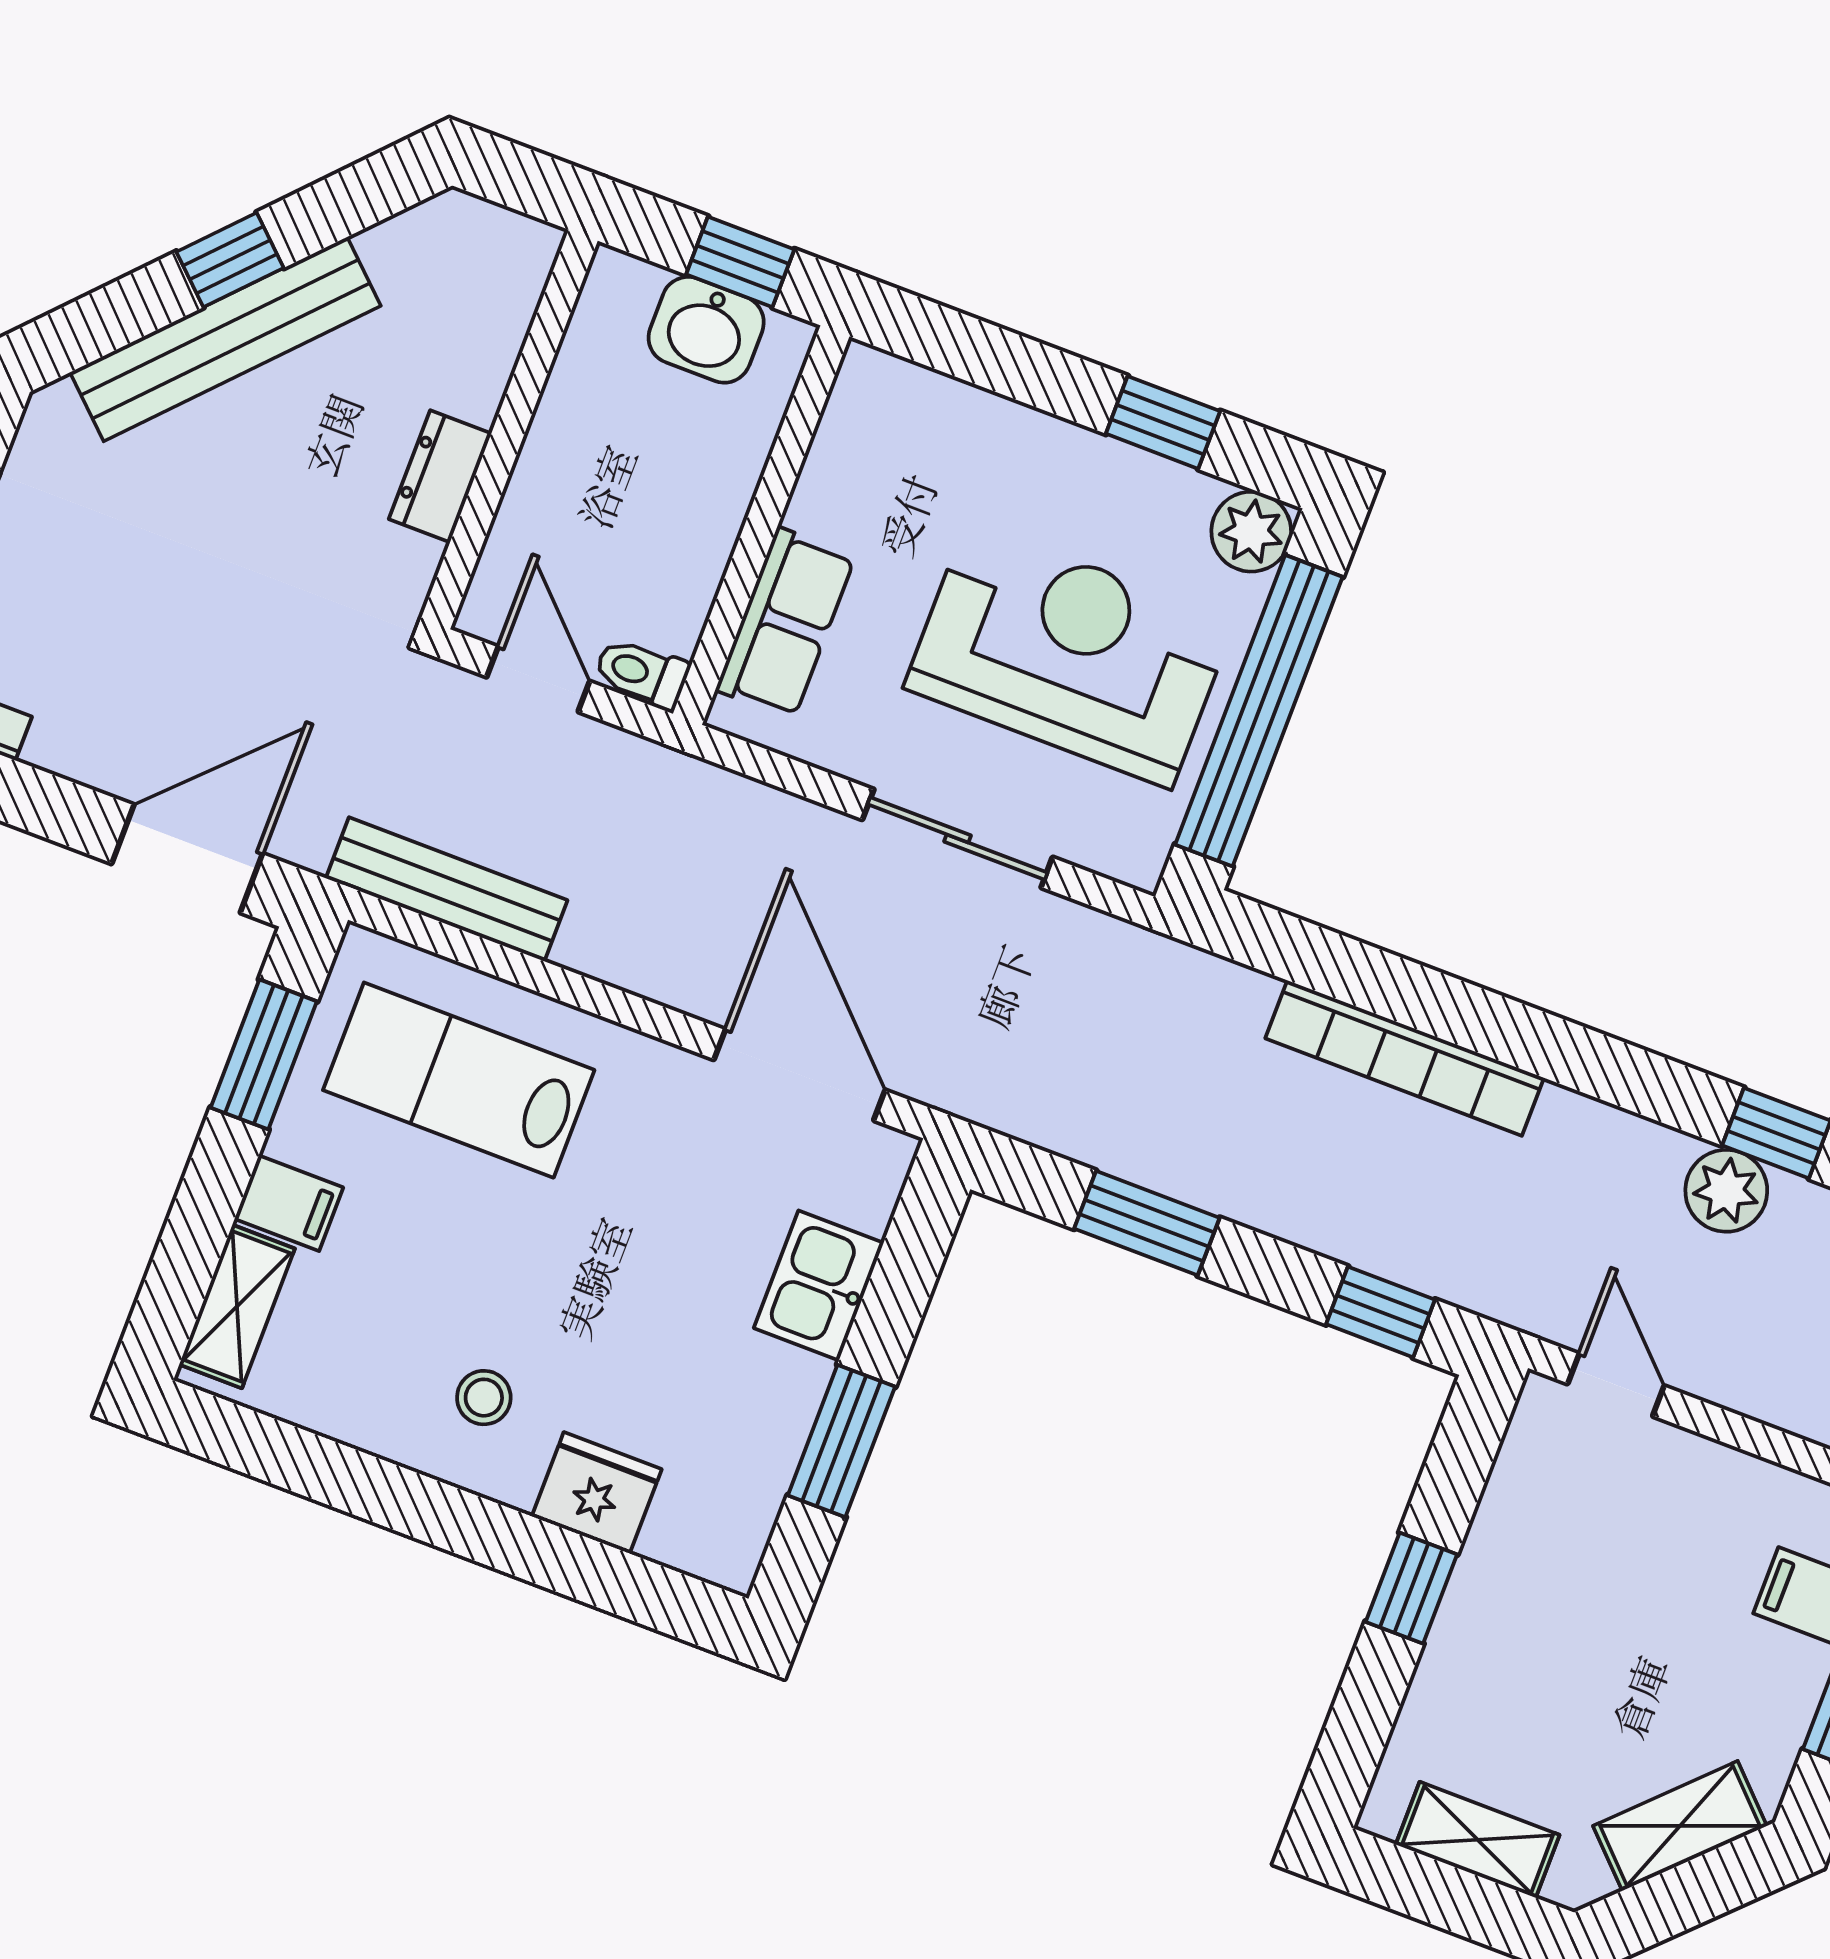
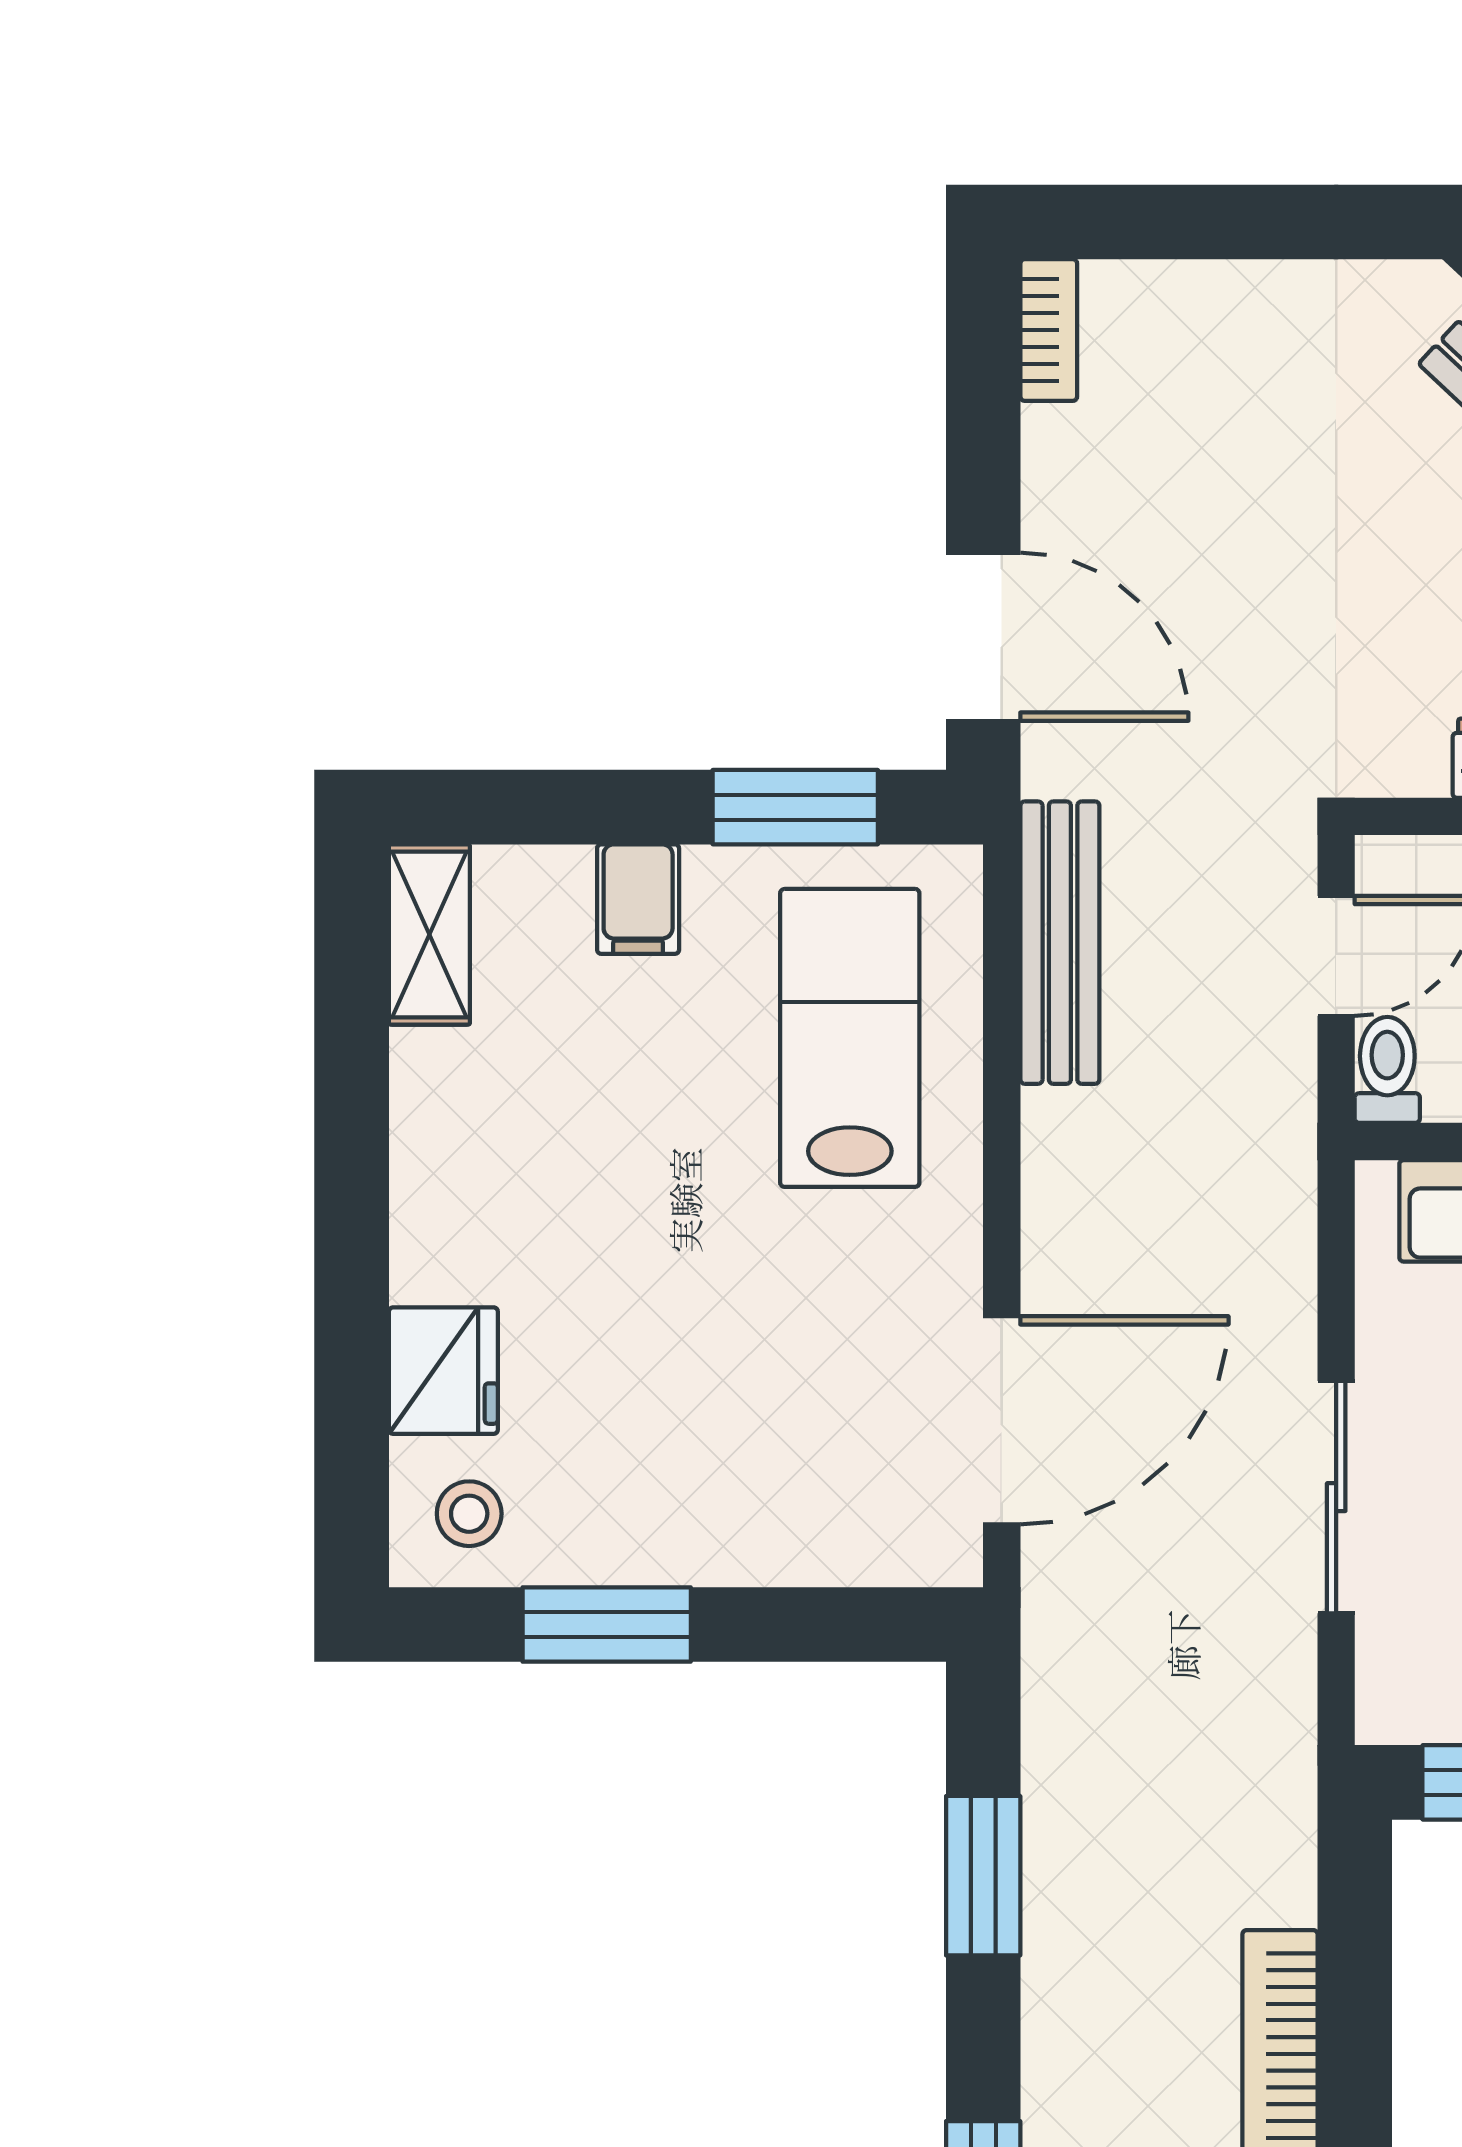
kitchen sink: (819, 1285) -> (772, 1532), removed
shelving: (237, 1306) -> (429, 934), moved, turned 90
stool: (484, 1398) -> (469, 1514), moved

